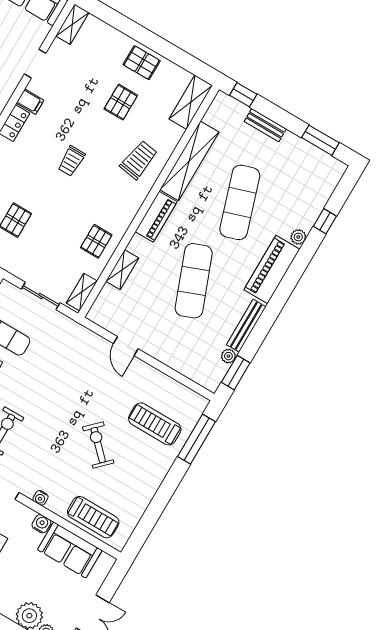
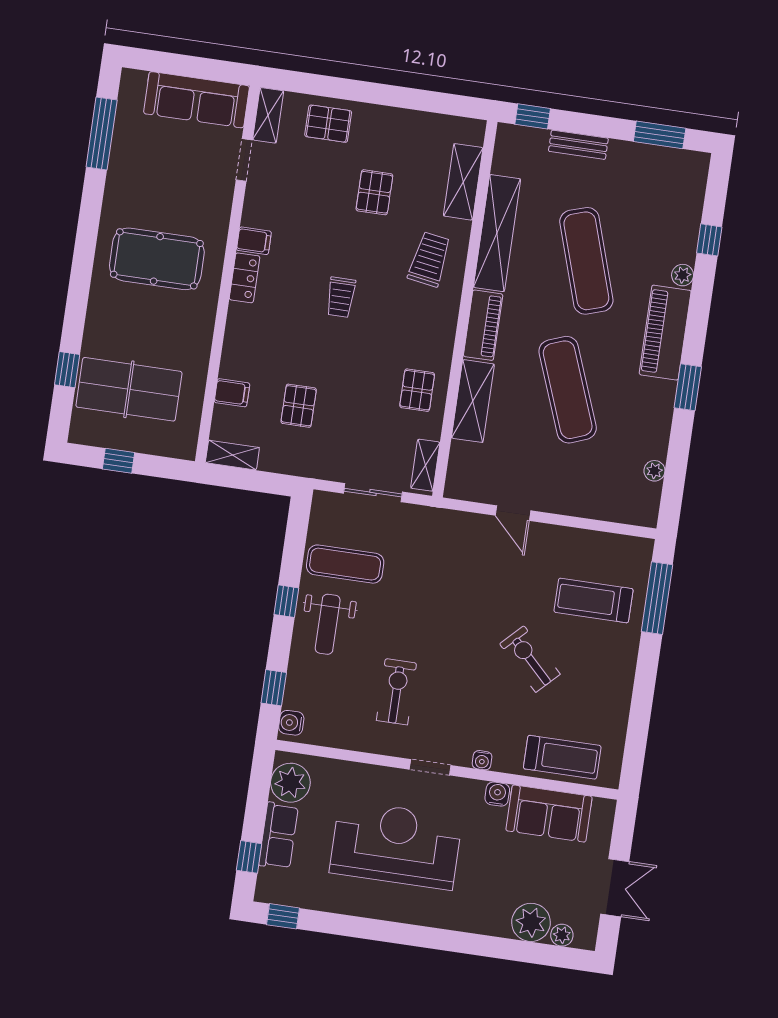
pallet: (142, 63) -> (328, 124), moved
doorway: (35, 64) -> (244, 160), moved
shelving: (191, 102) -> (463, 182), moved
shelving: (122, 270) -> (473, 401), width x1.50, depth x1.33
bench: (246, 326) -> (662, 421), removed
window: (236, 373) -> (688, 387), moved

